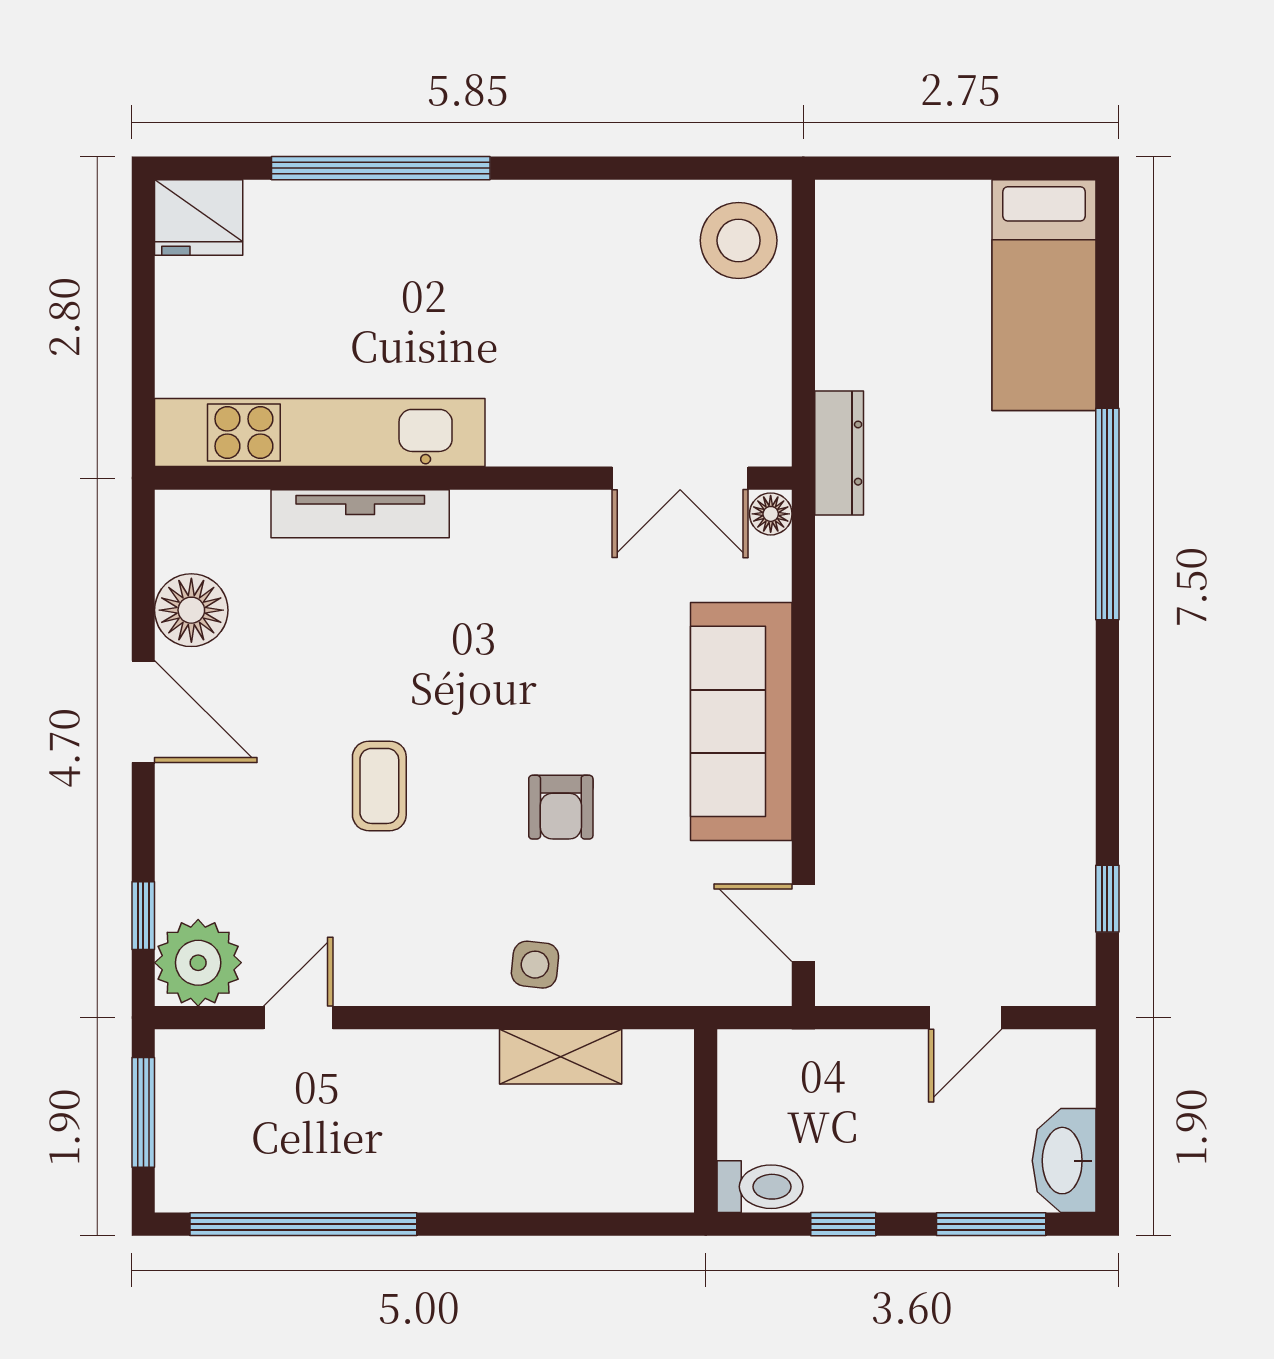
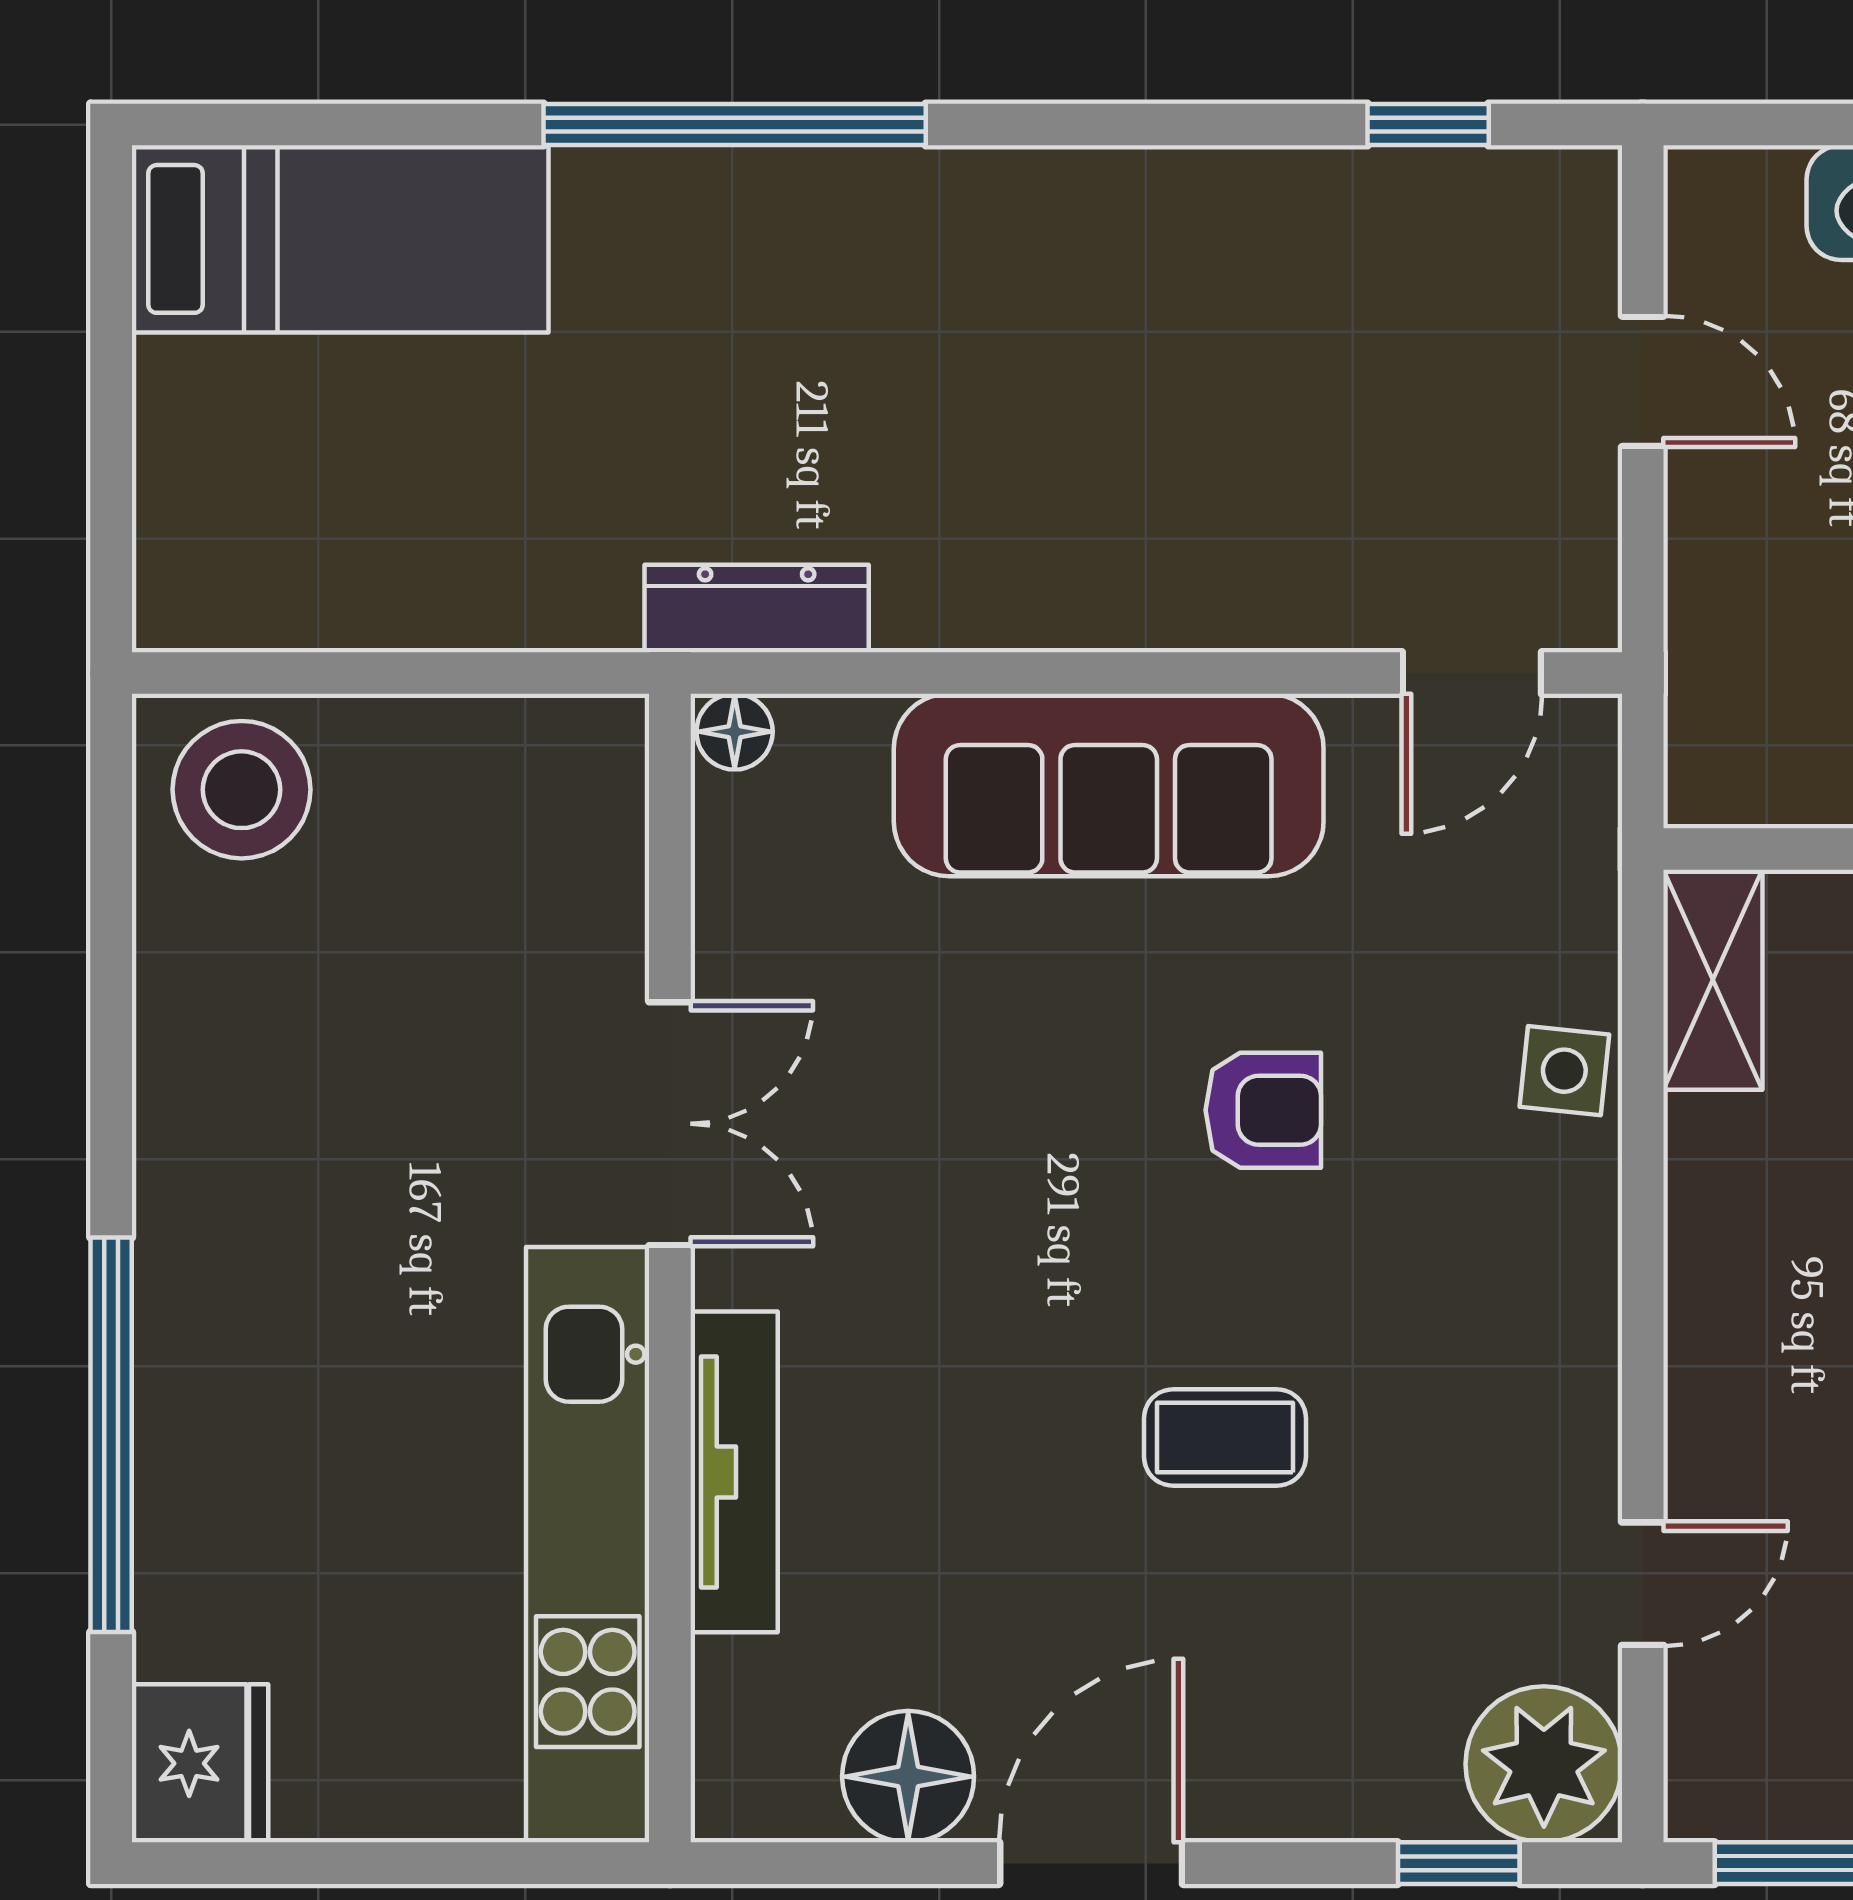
dresser: (839, 453) -> (757, 609), moved
double door: (680, 478) -> (670, 1124), moved
side table: (535, 965) -> (1564, 1071), moved
door: (298, 1018) -> (1643, 1584), swing flipped
shelving: (561, 1057) -> (1713, 980), moved

